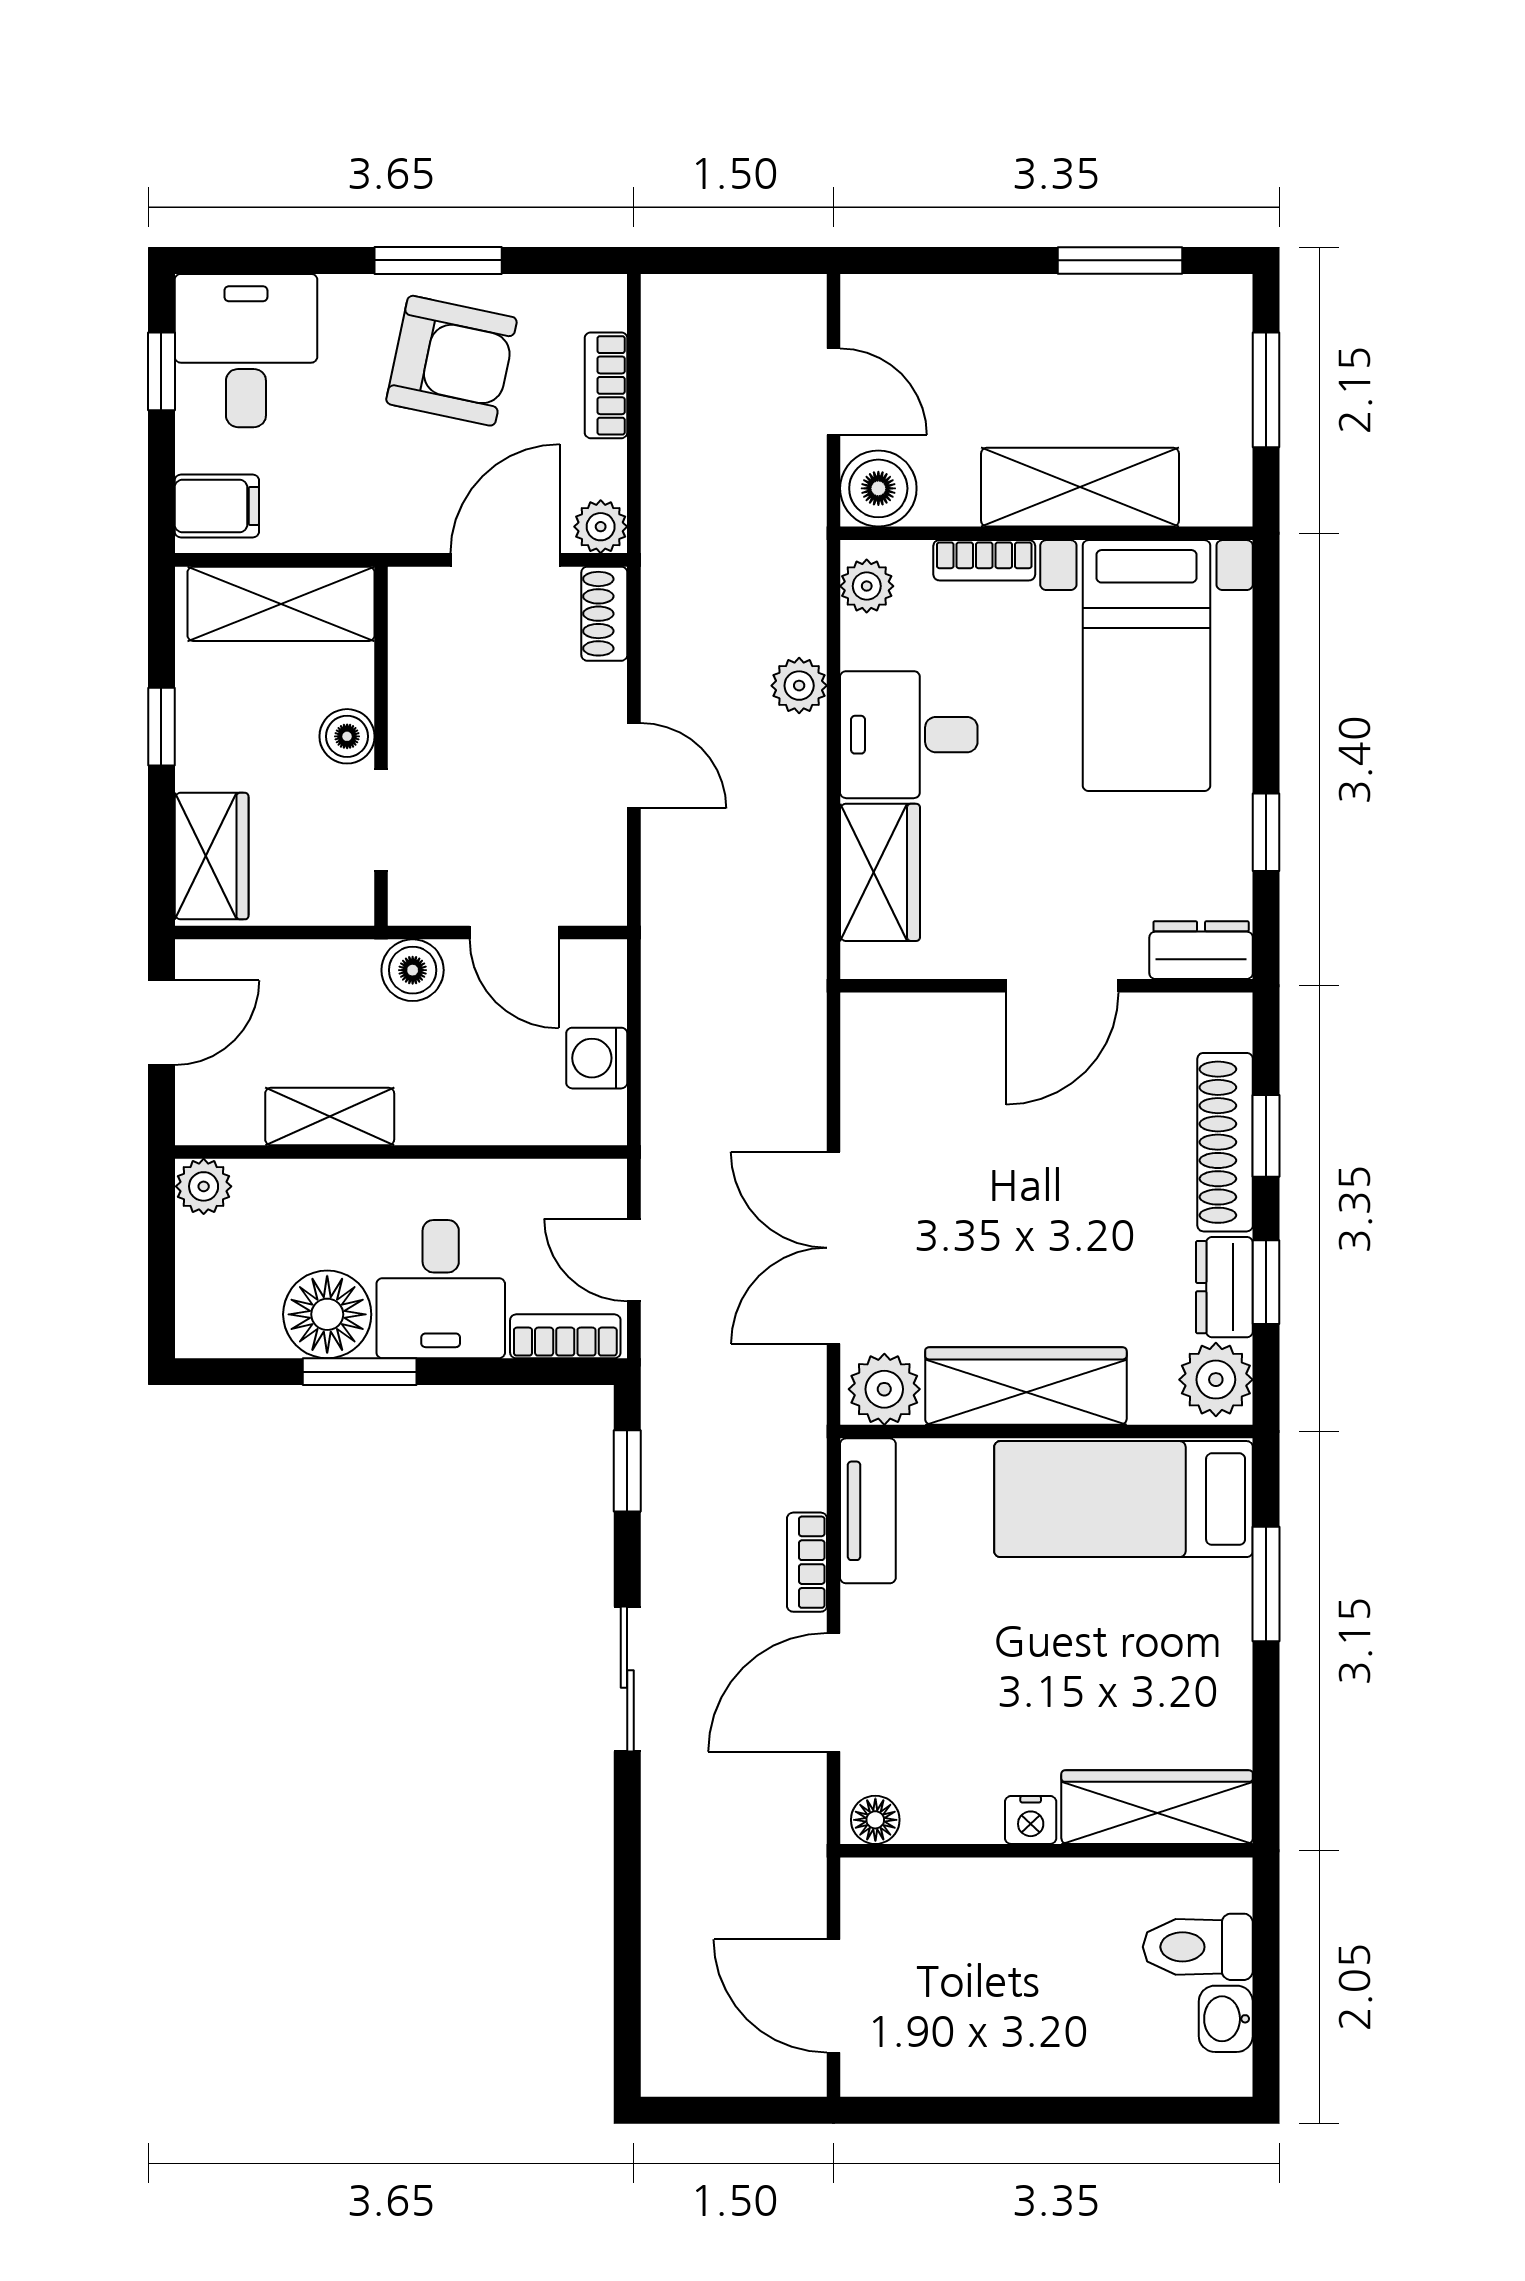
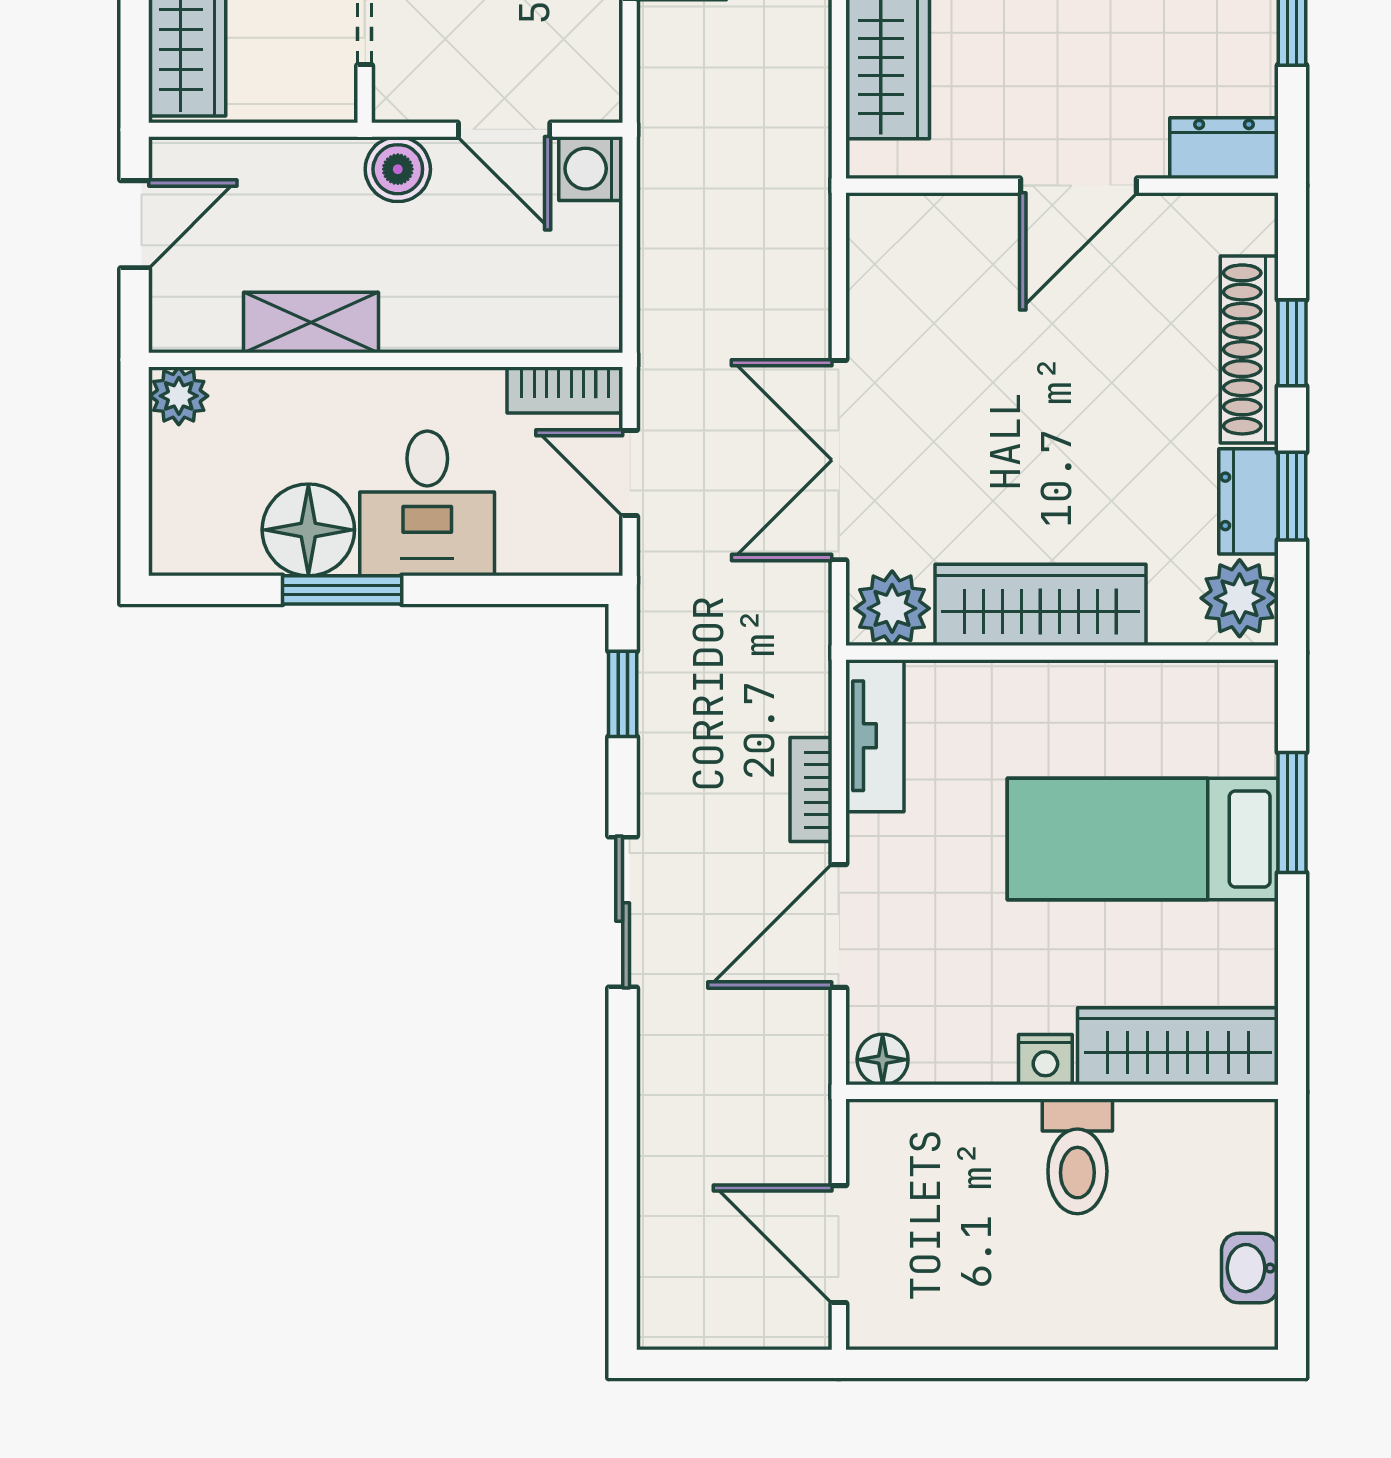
washing machine: (597, 1058) -> (591, 169), moved
bookcase: (565, 1336) -> (565, 390), moved, turned 180
bed: (1124, 1499) -> (1143, 839), moved
toilet: (1198, 1947) -> (1077, 1156), moved, turned -90

